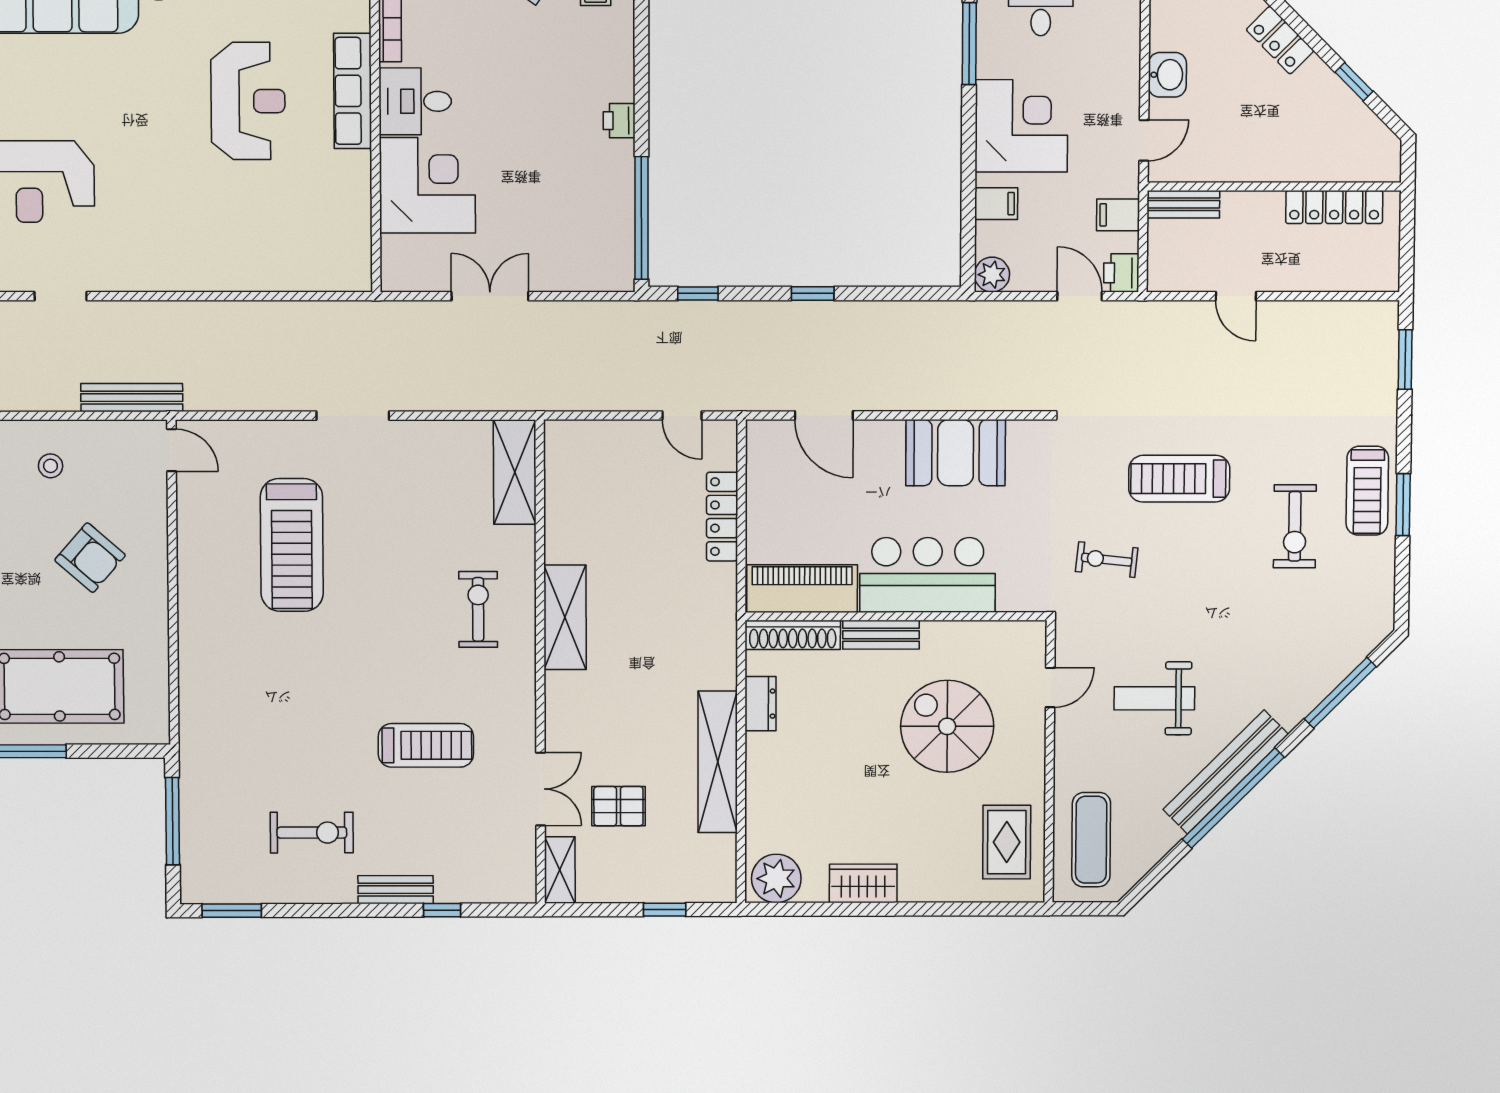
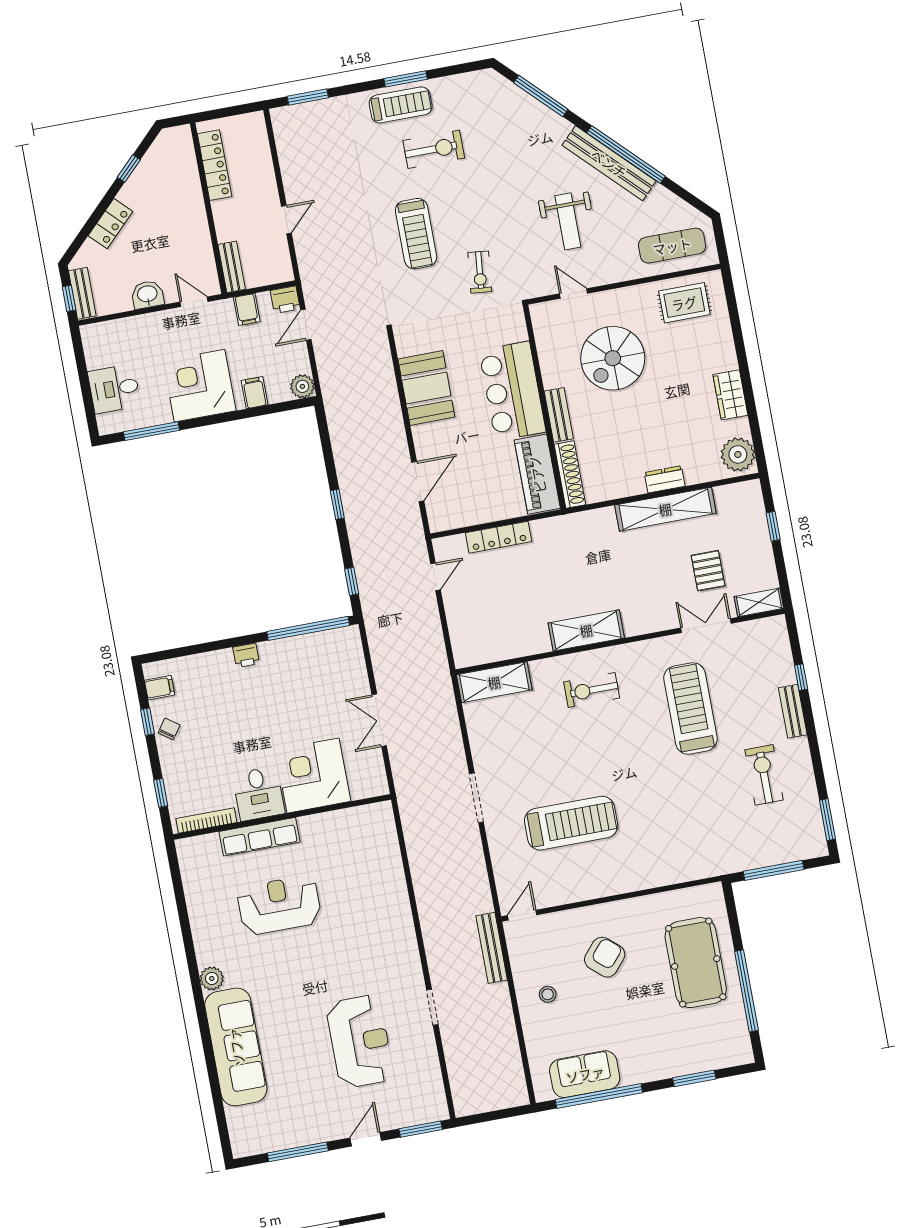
dresser: (761, 704) -> (665, 479), moved
treadmill: (426, 745) -> (690, 709), width x1.37, depth x1.38

